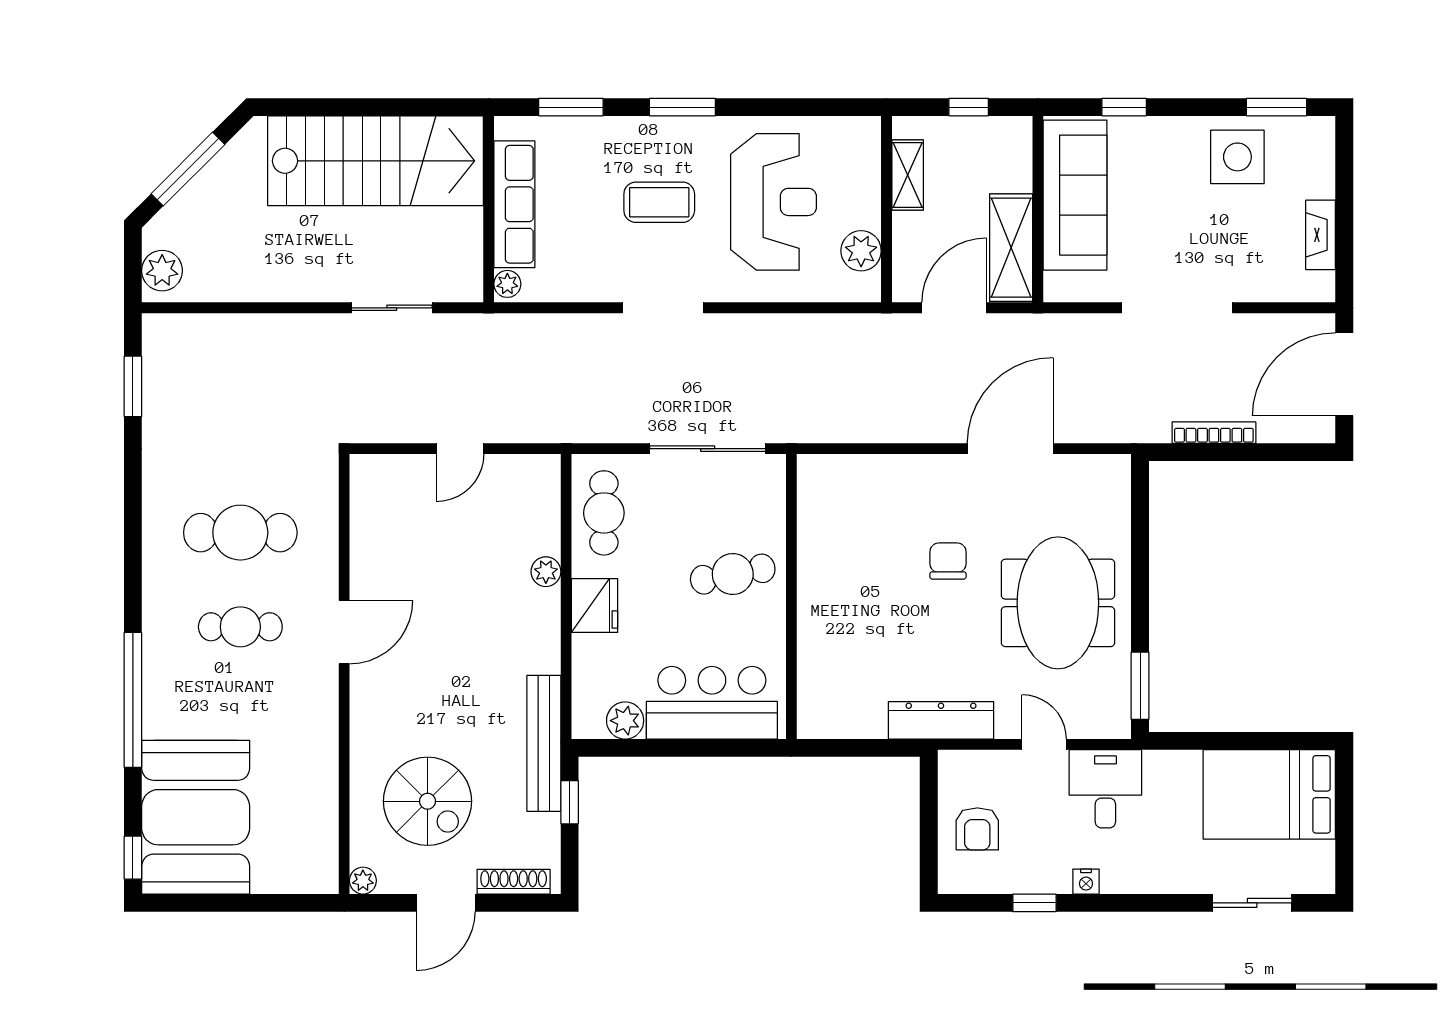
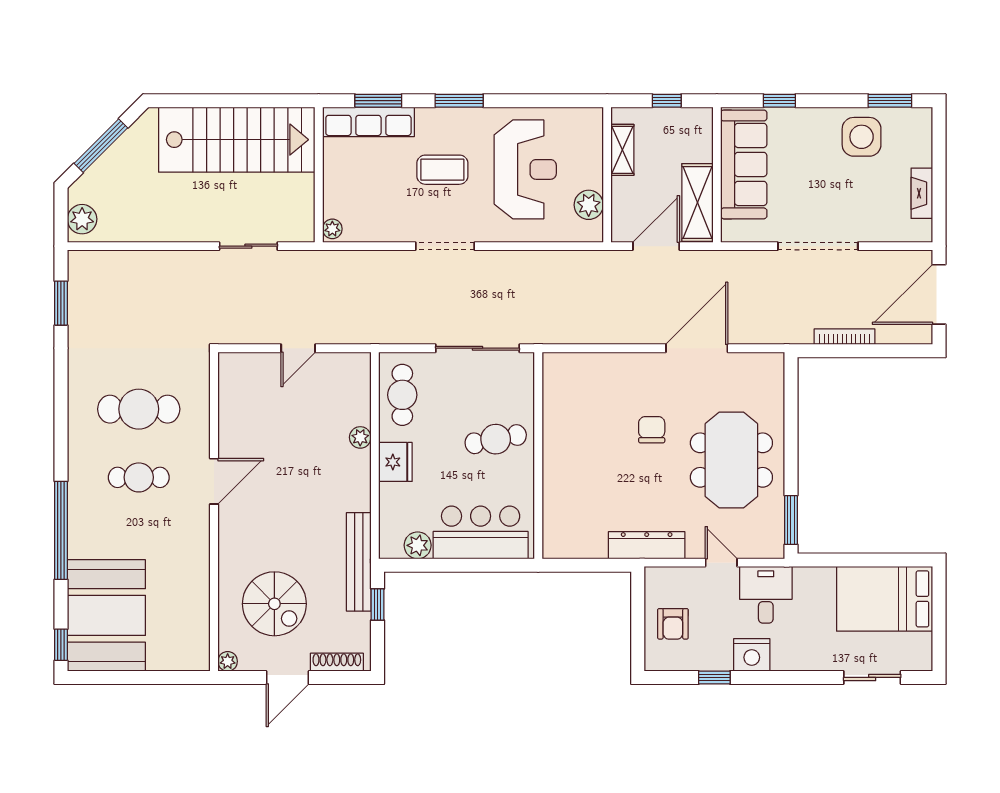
row of seats: (514, 204) -> (368, 122), moved, turned 90
nightstand: (1086, 882) -> (752, 655), width x1.89, depth x1.79

